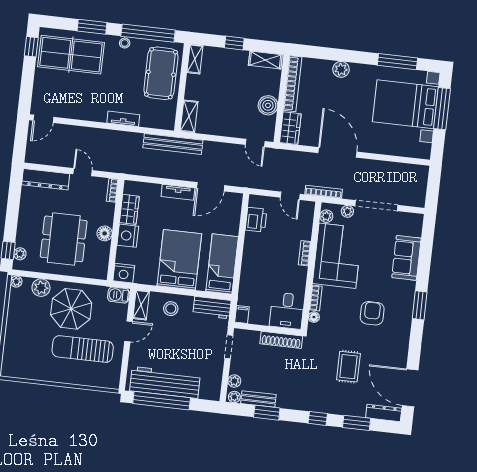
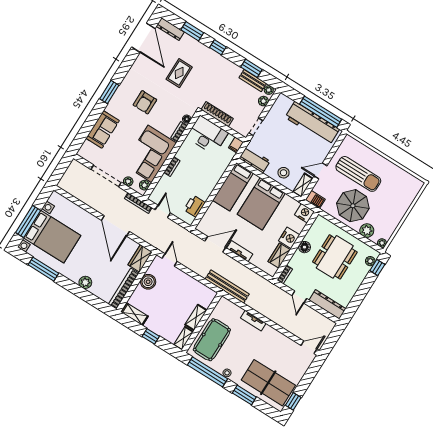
shelving: (189, 116) -> (196, 317), moved
desk: (287, 311) -> (207, 135), width x1.37

